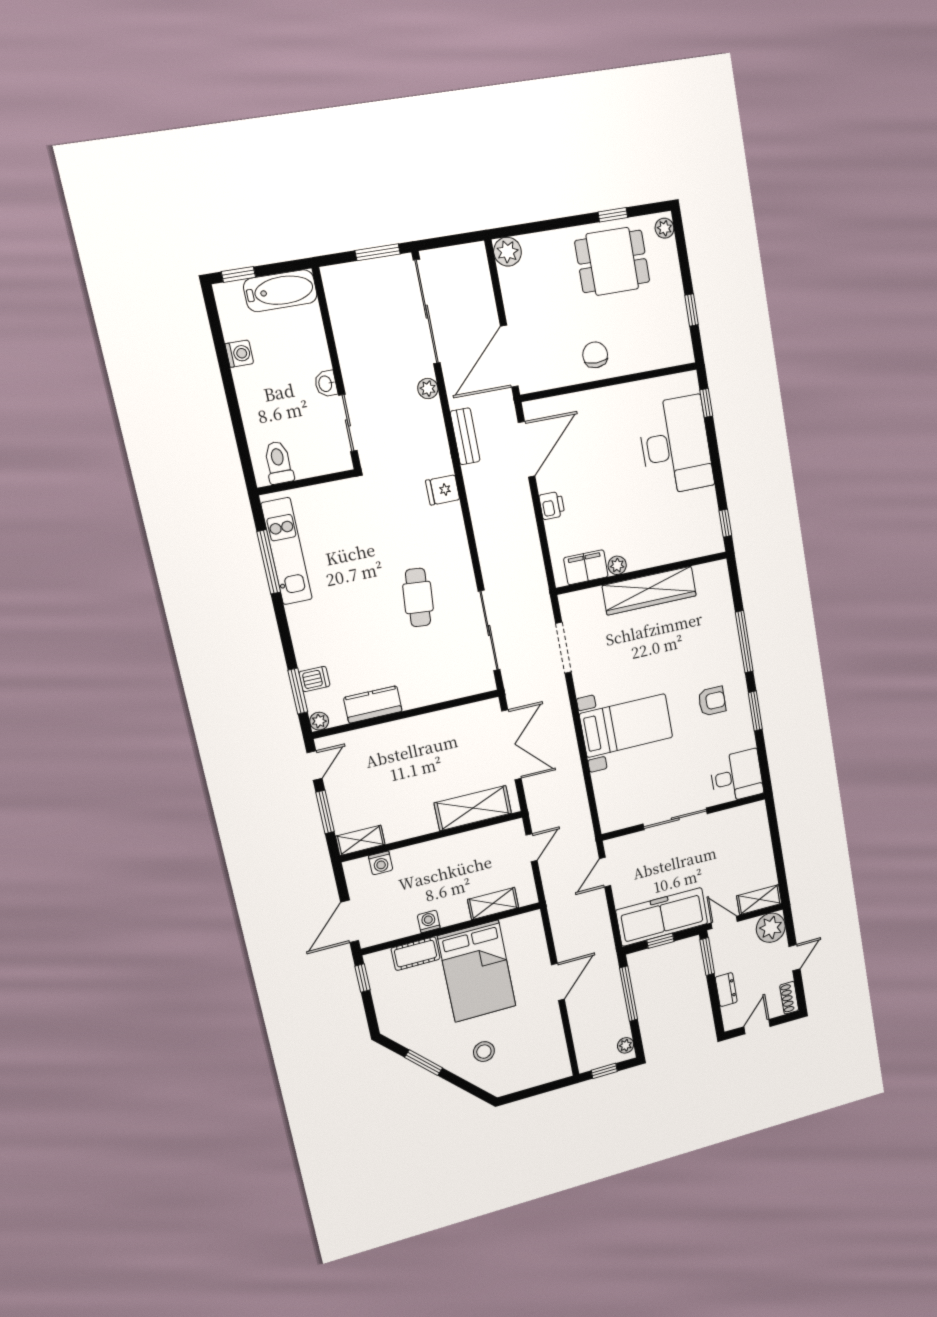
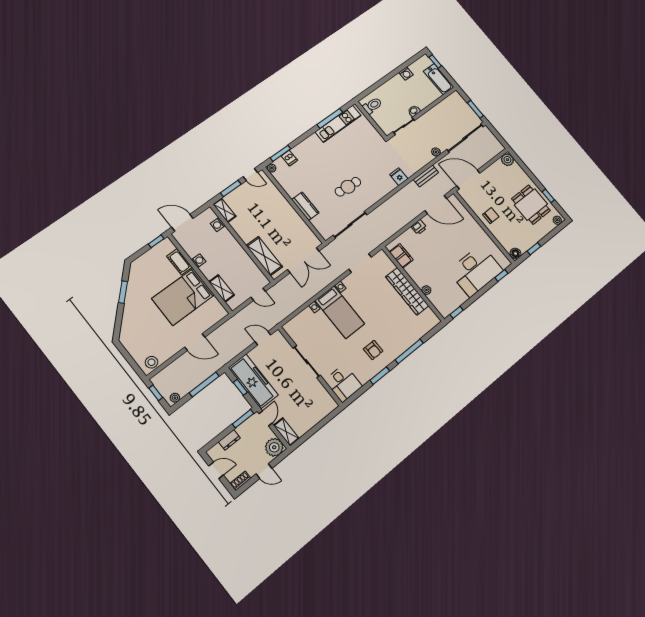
floor lamp: (683, 351) -> (516, 253), added
plant: (617, 565) -> (426, 290), moved
kitchen counter: (373, 704) -> (305, 206), moved
stool: (484, 1052) -> (151, 362), moved

